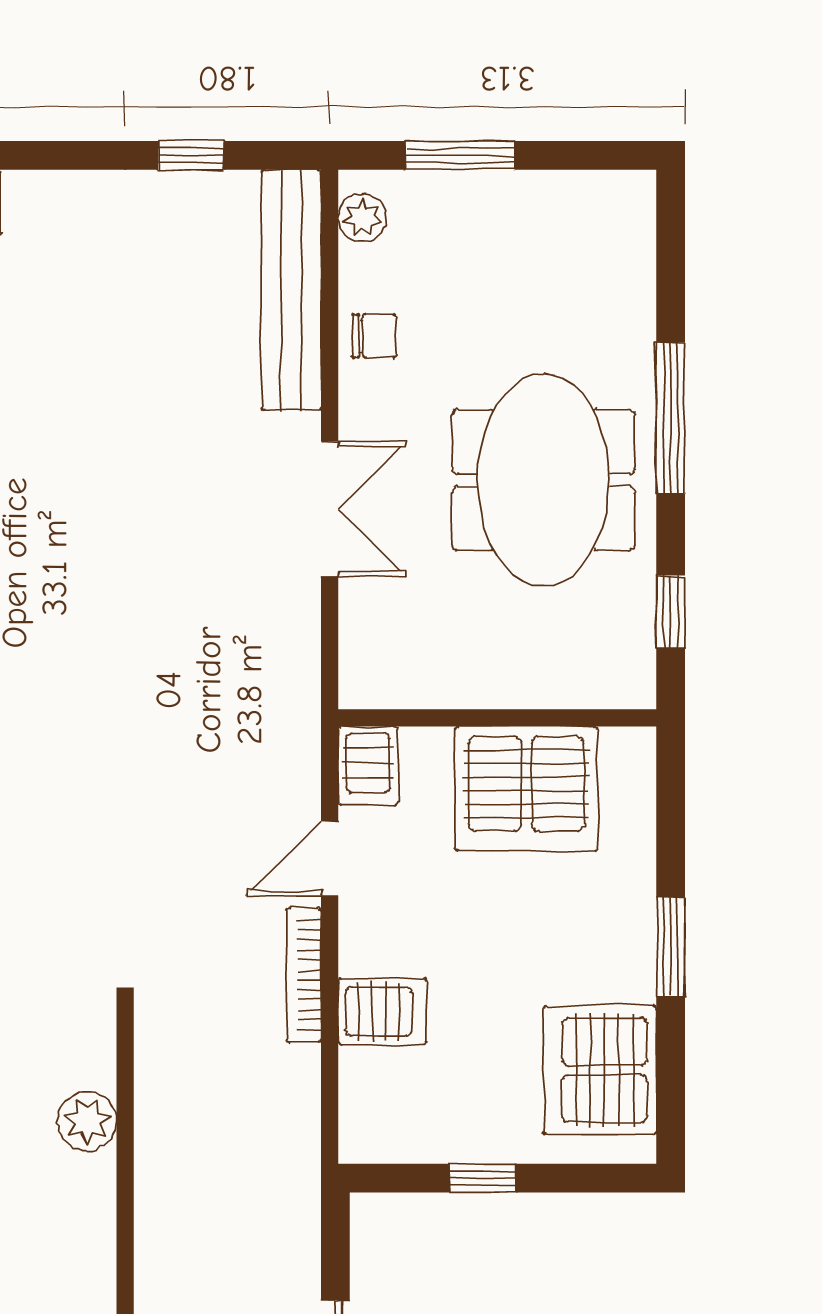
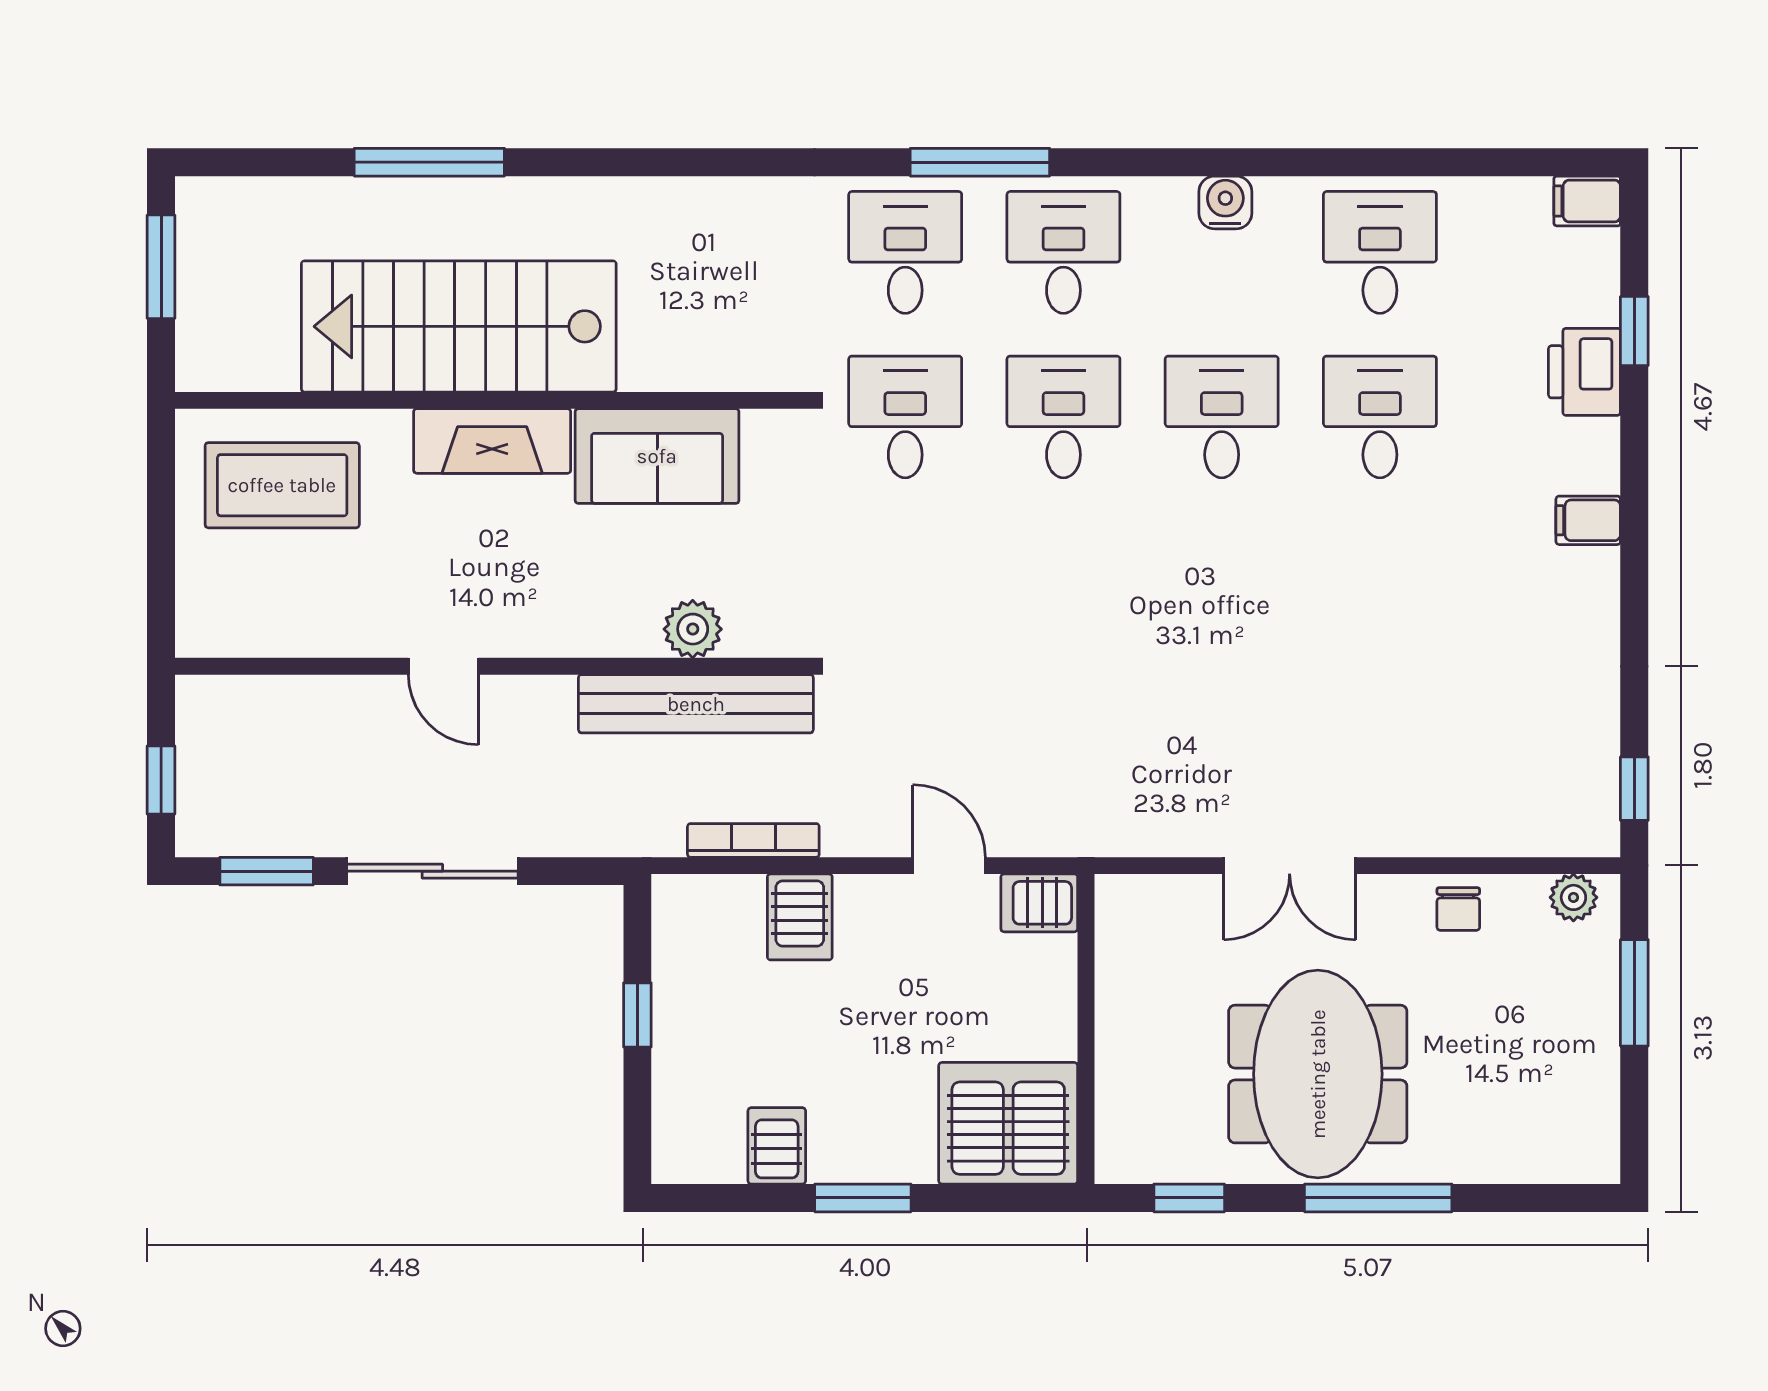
window: (191, 155) -> (1634, 789), moved
bench: (291, 290) -> (696, 704), moved
meeting table: (543, 480) -> (1318, 1074), turned 90
server rack: (526, 789) -> (1008, 1123), moved, turned 90
bookcase: (304, 975) -> (753, 840), moved
server rack: (600, 1070) -> (777, 1146), width x0.46, depth x0.70

